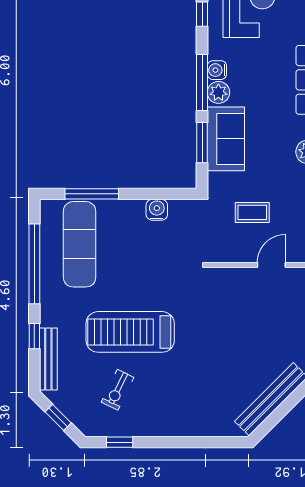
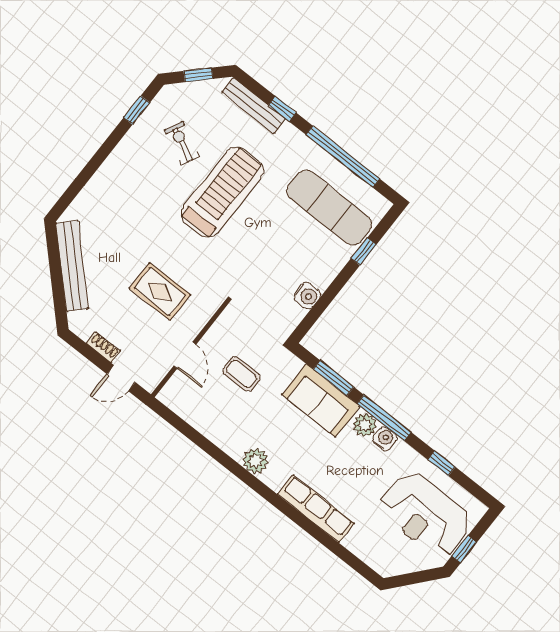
window: (92, 194) -> (364, 251), width x0.46
coffee table: (252, 212) -> (242, 374), turned 90
rug: (239, 320) -> (160, 291), added

